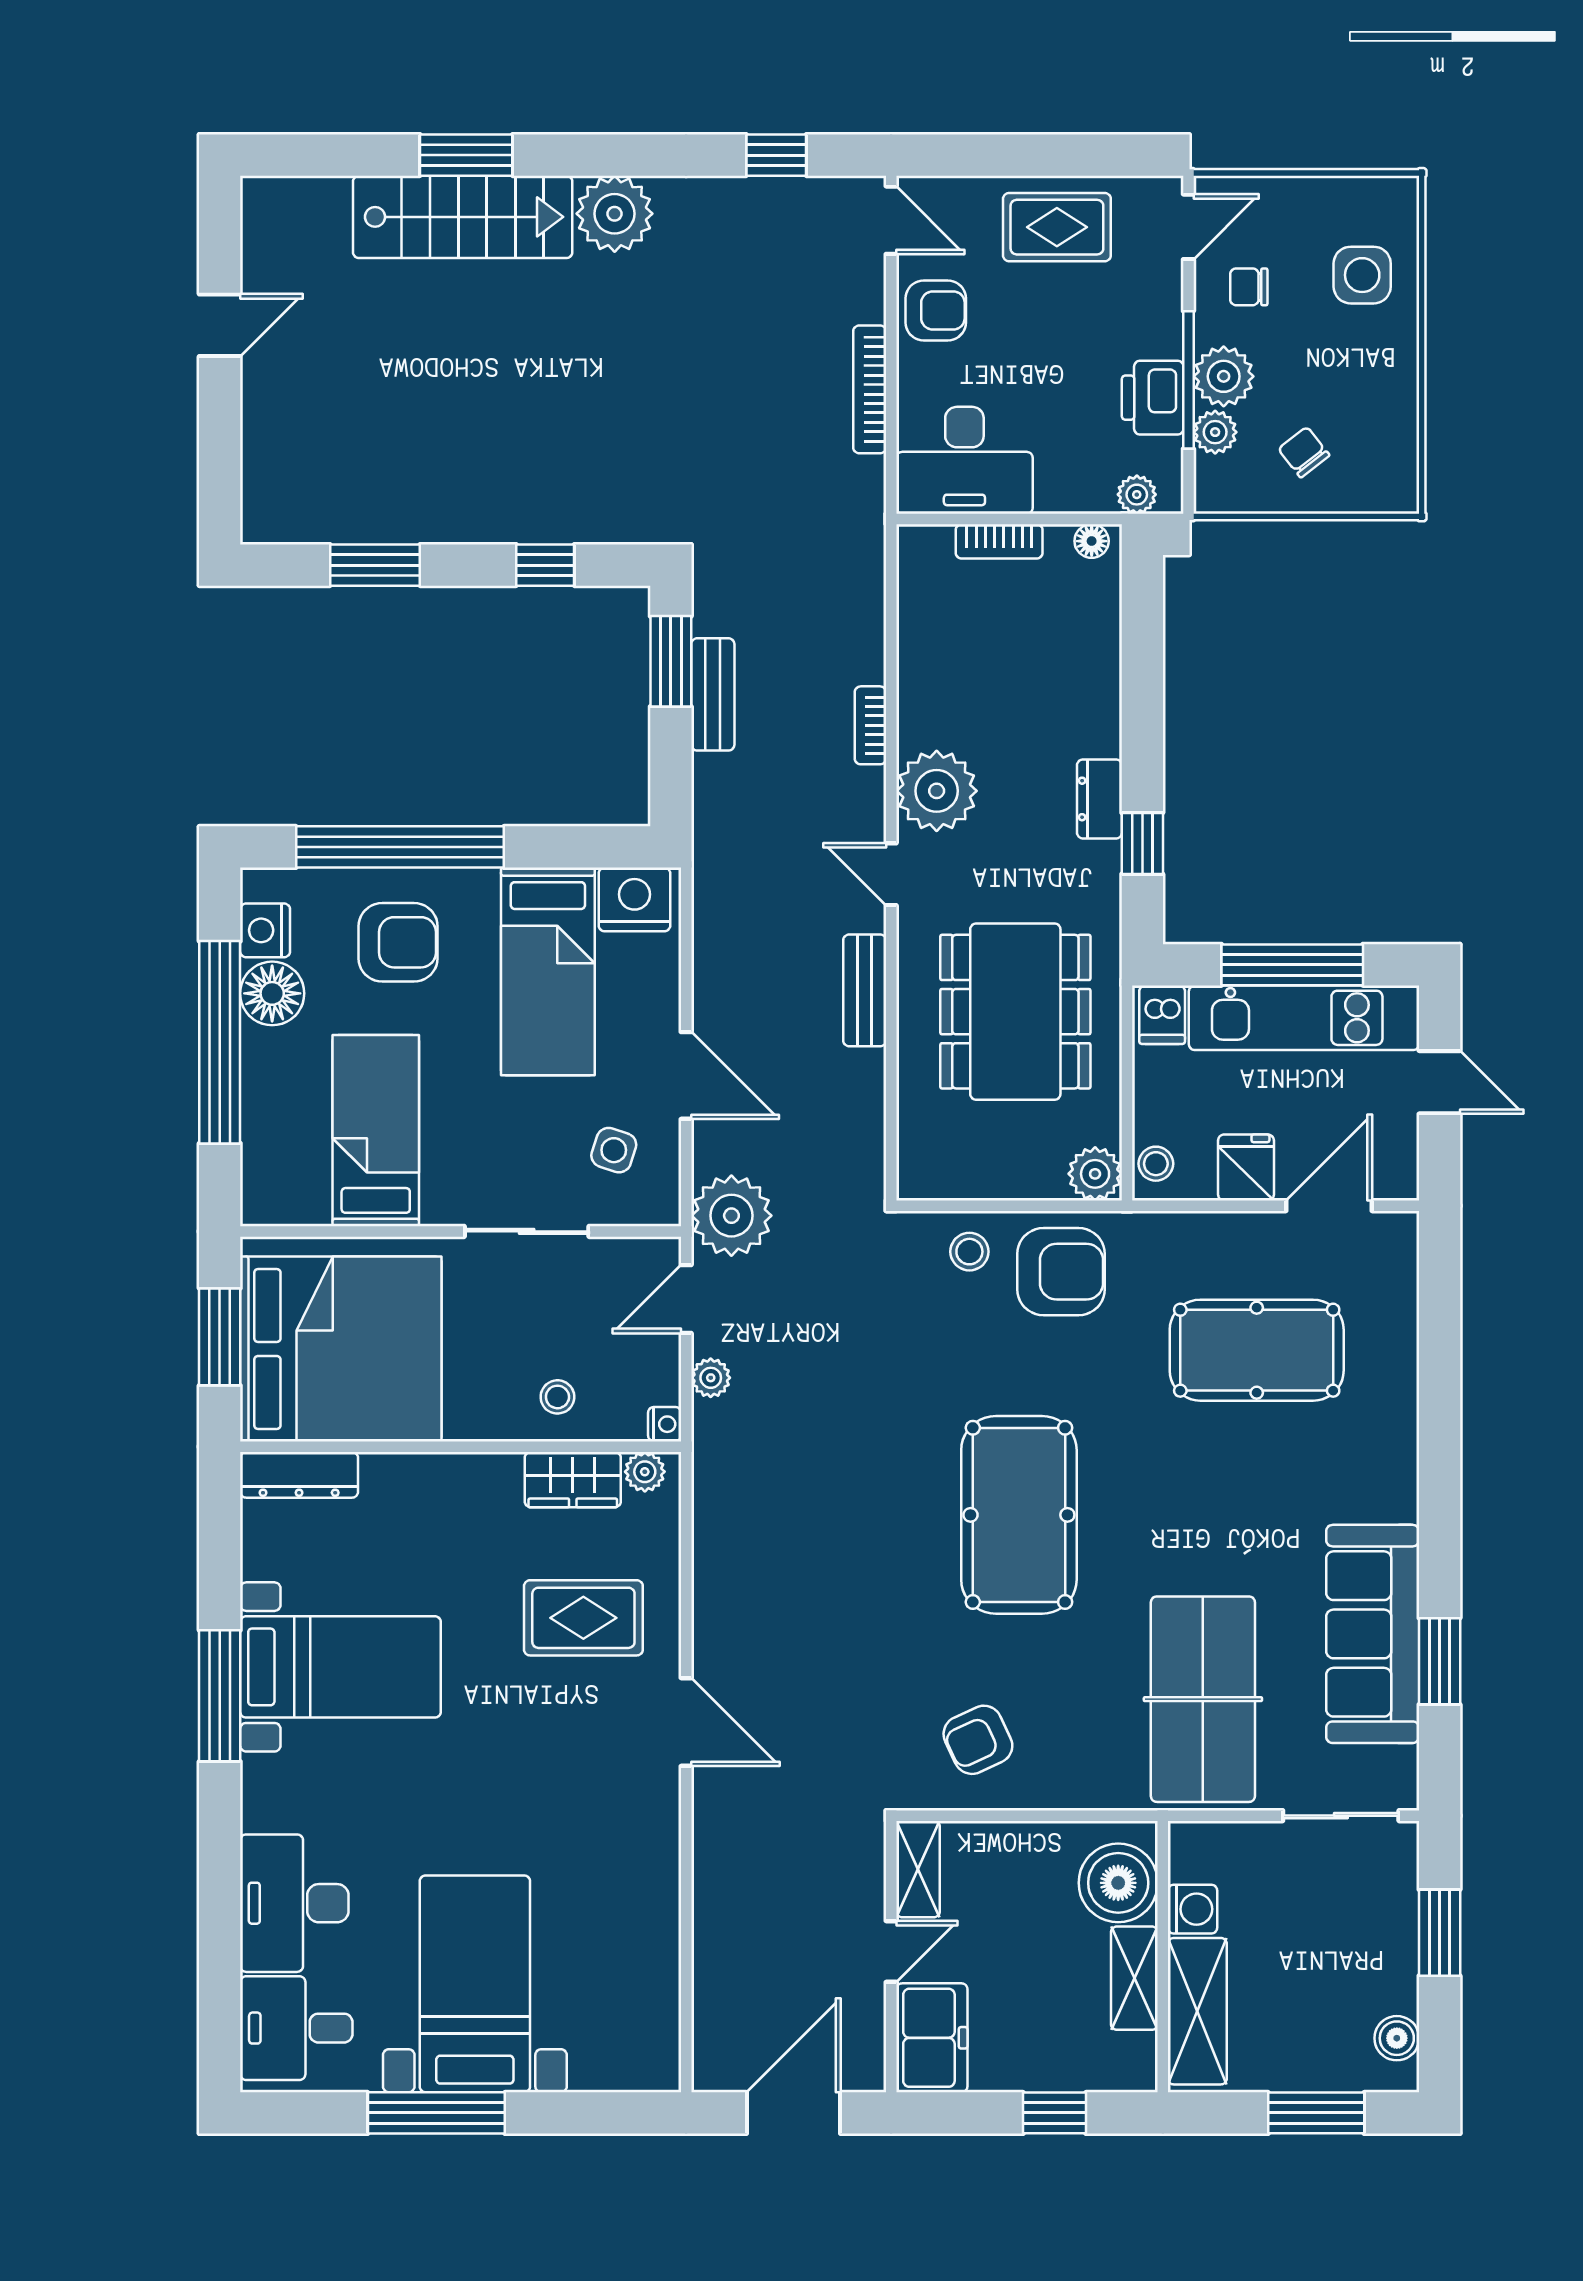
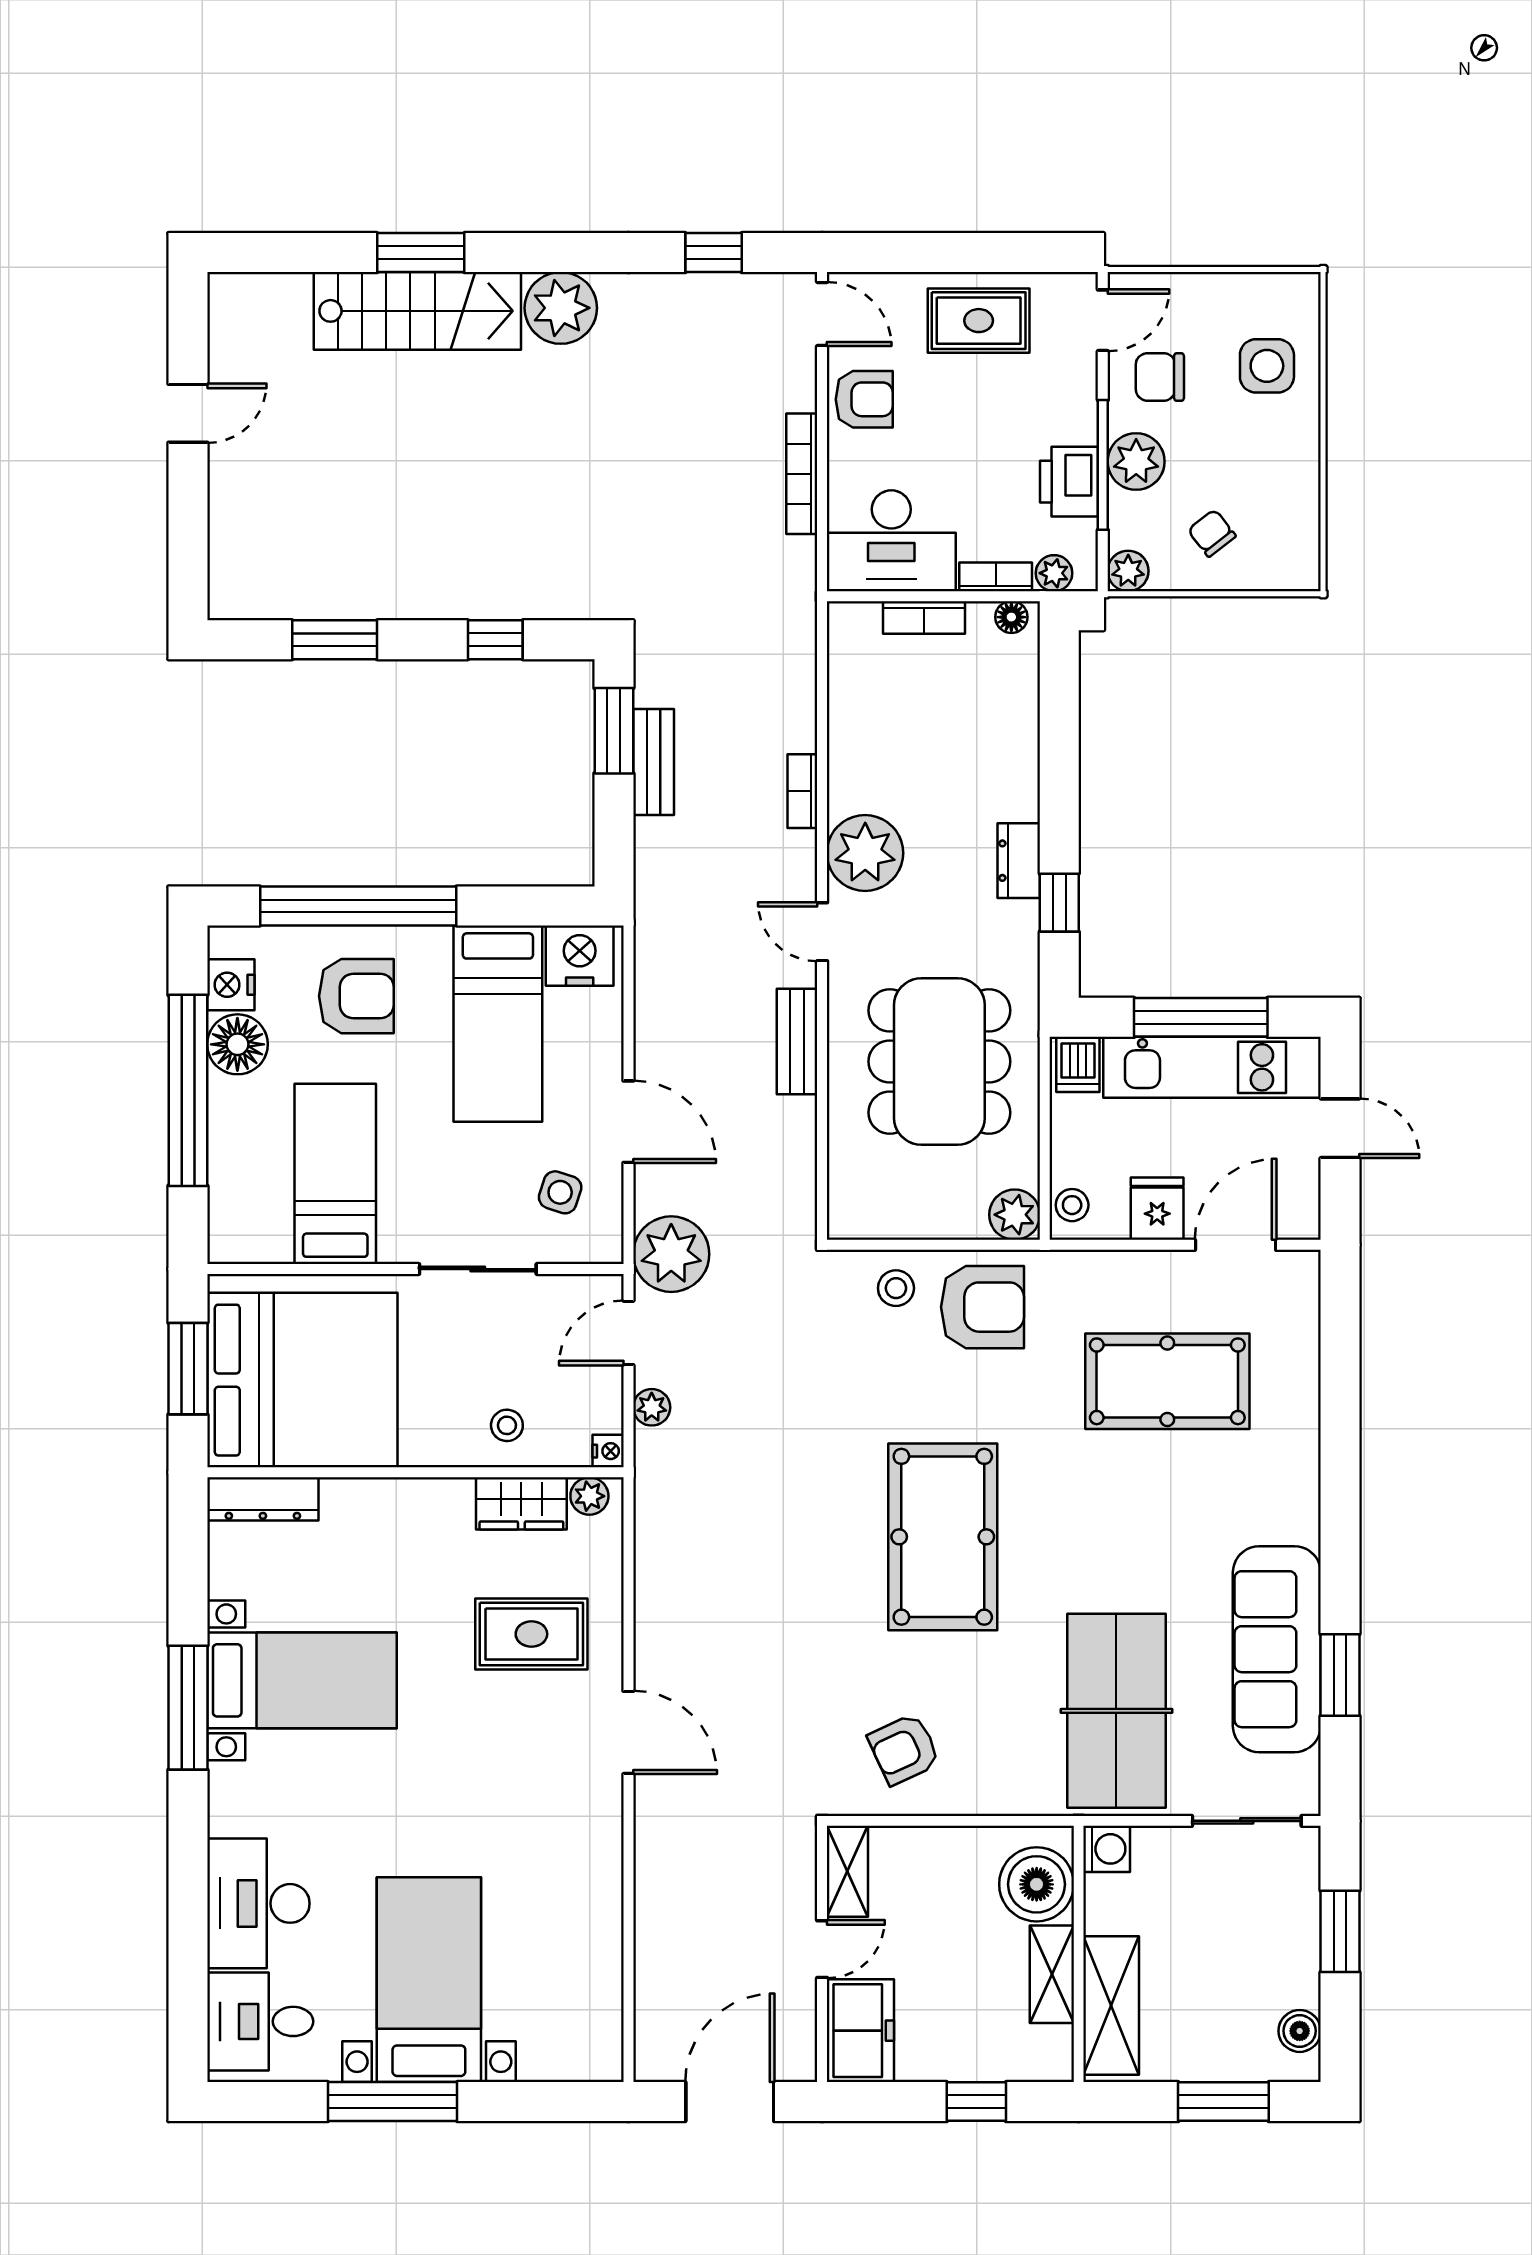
chair: (1249, 287) -> (1160, 377), width x1.37, depth x1.37
plant: (1215, 432) -> (1128, 571), moved
bookcase: (1075, 498) -> (996, 577), added
washing machine: (1192, 1909) -> (1107, 1849), moved

